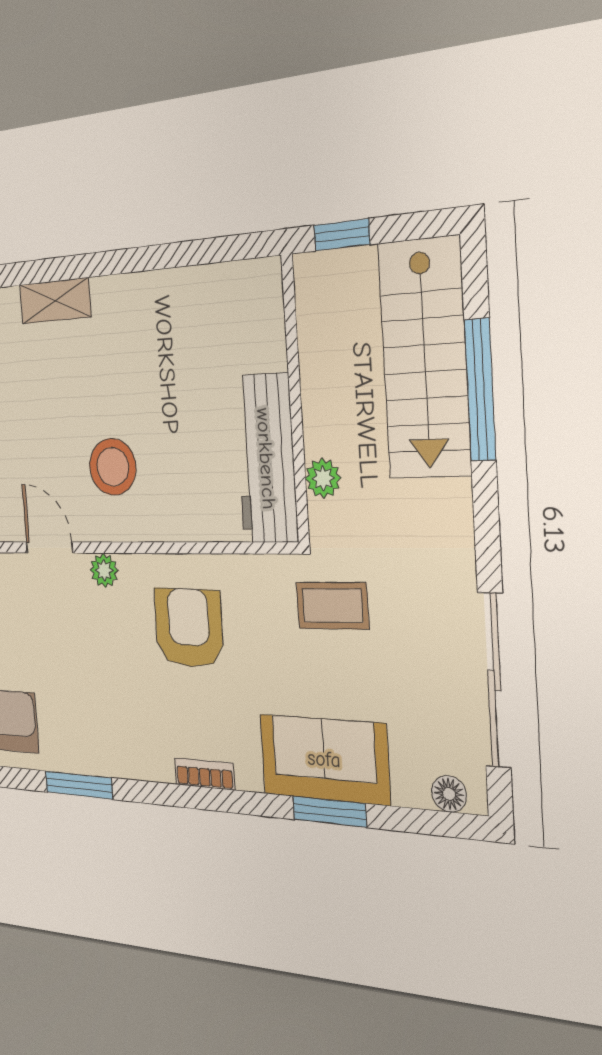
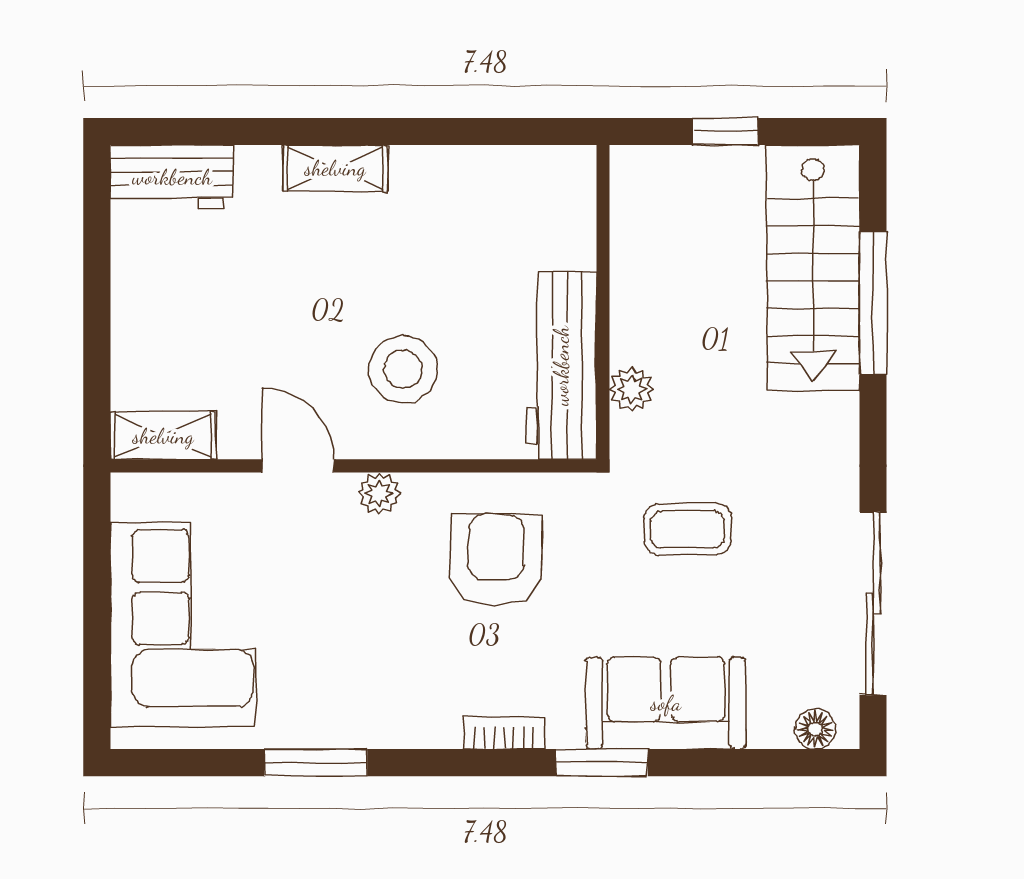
wall: (295, 400) -> (603, 302), moved
workbench: (266, 459) -> (561, 366), moved
plant: (323, 478) -> (632, 389), moved
window: (329, 812) -> (602, 763), moved

